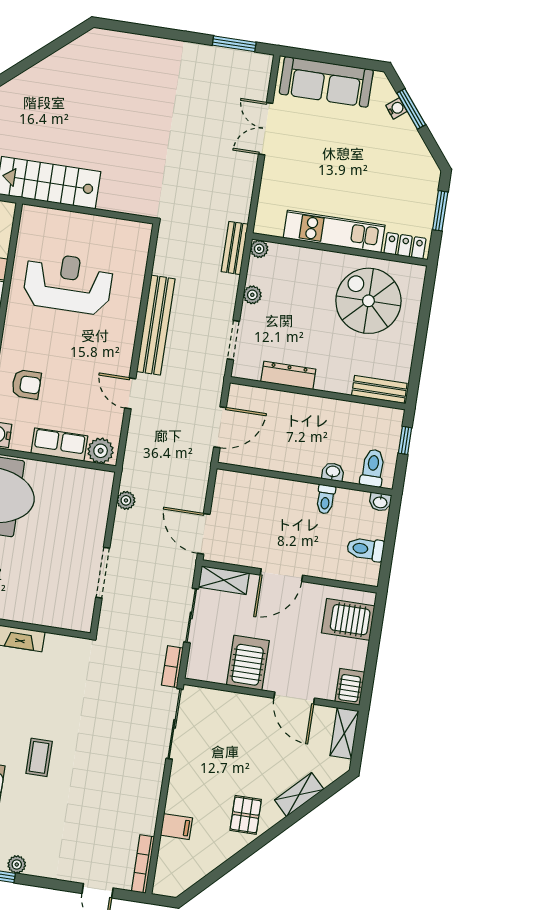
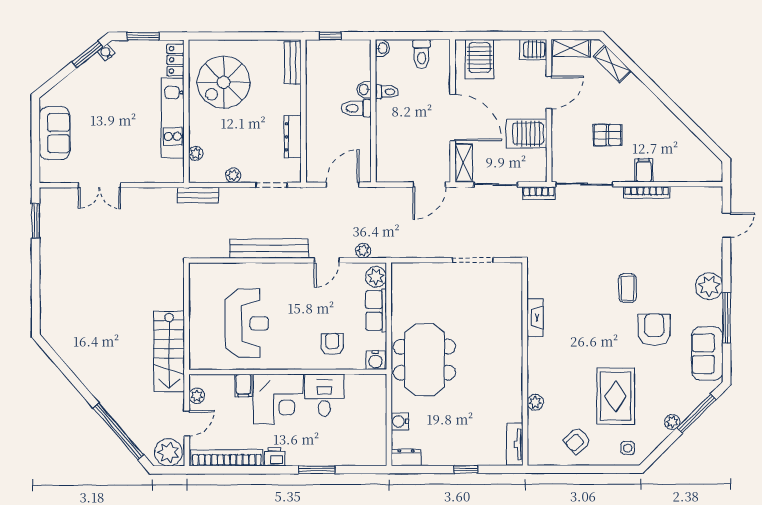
sofa: (326, 82) -> (55, 133), width x0.73
water cooler: (396, 108) -> (106, 53), moved
window: (411, 109) -> (87, 54), moved
plant: (259, 249) -> (196, 153), moved
reception desk: (68, 283) -> (247, 323), turned 180
door: (220, 427) -> (343, 185), hinge flipped
toilet: (373, 468) -> (356, 108), moved
plant: (126, 500) -> (363, 251), moved
door: (281, 575) -> (453, 118), width x1.36
coffee table: (39, 757) -> (628, 288), turned 90
shelving: (299, 795) -> (612, 64), moved
pallet: (246, 815) -> (607, 135), moved
filing cabinet: (176, 827) -> (644, 170), moved
plant: (17, 864) -> (709, 286), width x1.88, depth x1.88
bookcase: (143, 864) -> (647, 192), moved

